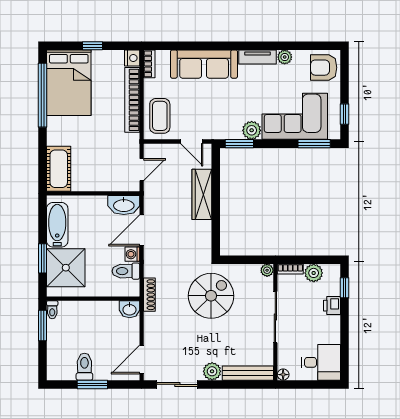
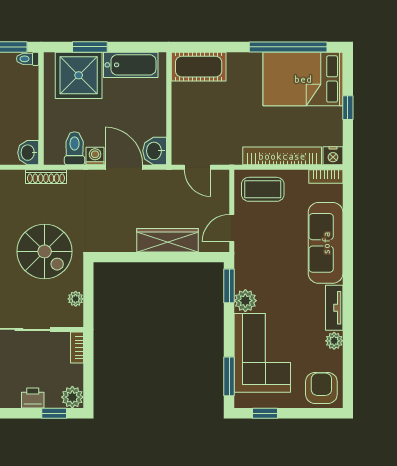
washbasin: (124, 205) -> (155, 151), width x0.72
plant: (267, 270) -> (76, 299), moved
plant: (314, 273) -> (72, 397), moved

